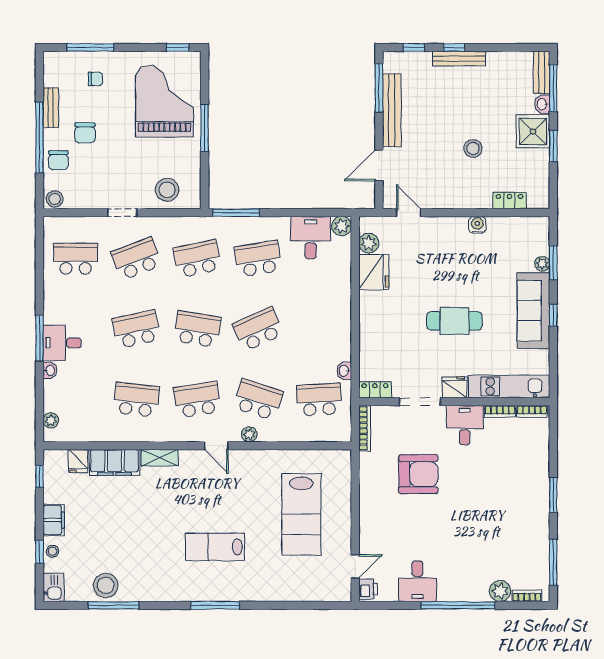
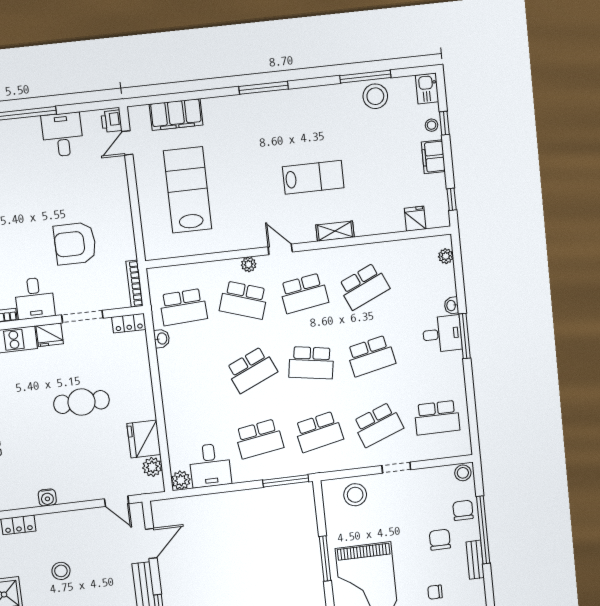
cafe table: (454, 321) -> (81, 402), moved
school desk: (136, 400) -> (364, 286), turned -30
filing cabinet: (114, 462) -> (176, 115), moved, turned 180
lab bench: (215, 547) -> (313, 177), moved

